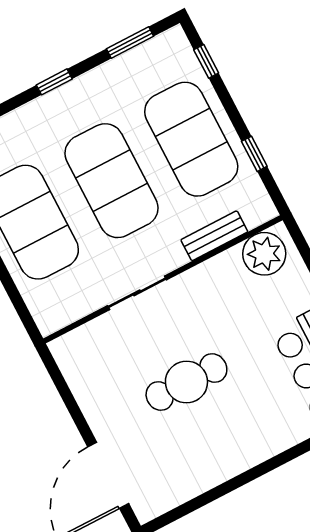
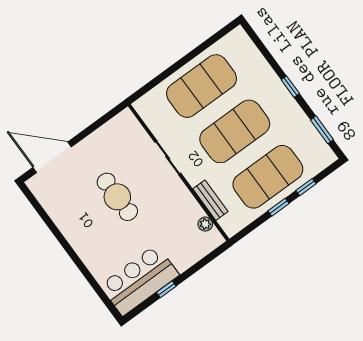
window: (206, 61) -> (306, 187), moved
window: (254, 154) -> (278, 207), moved
plant: (264, 254) -> (205, 224), width x0.53, depth x0.53

